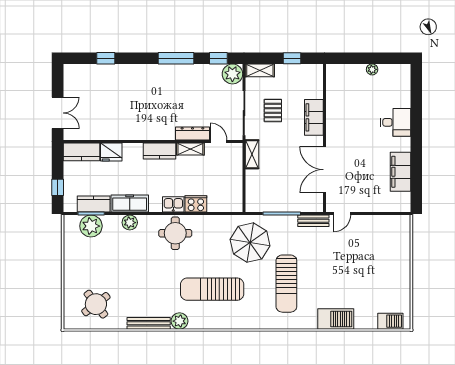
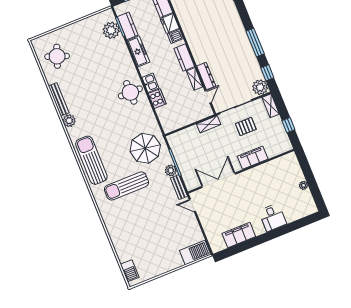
dishwasher: (130, 151) -> (175, 36), added
plant: (130, 223) -> (171, 170), moved
sun lounger: (212, 289) -> (91, 160), moved
round table: (96, 304) -> (57, 56), turned -33
barbecue: (336, 319) -> (195, 253), moved, turned -90

